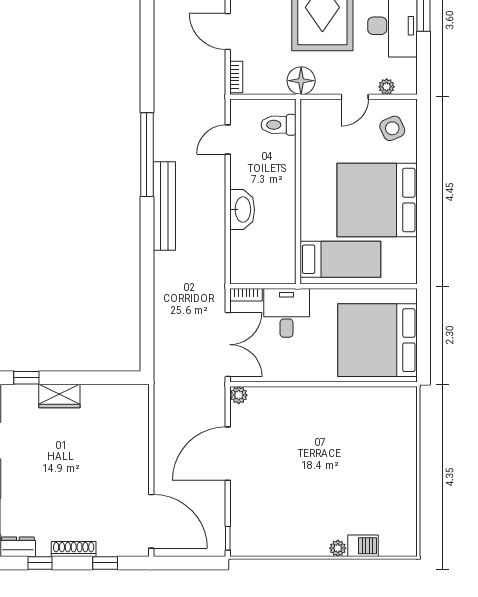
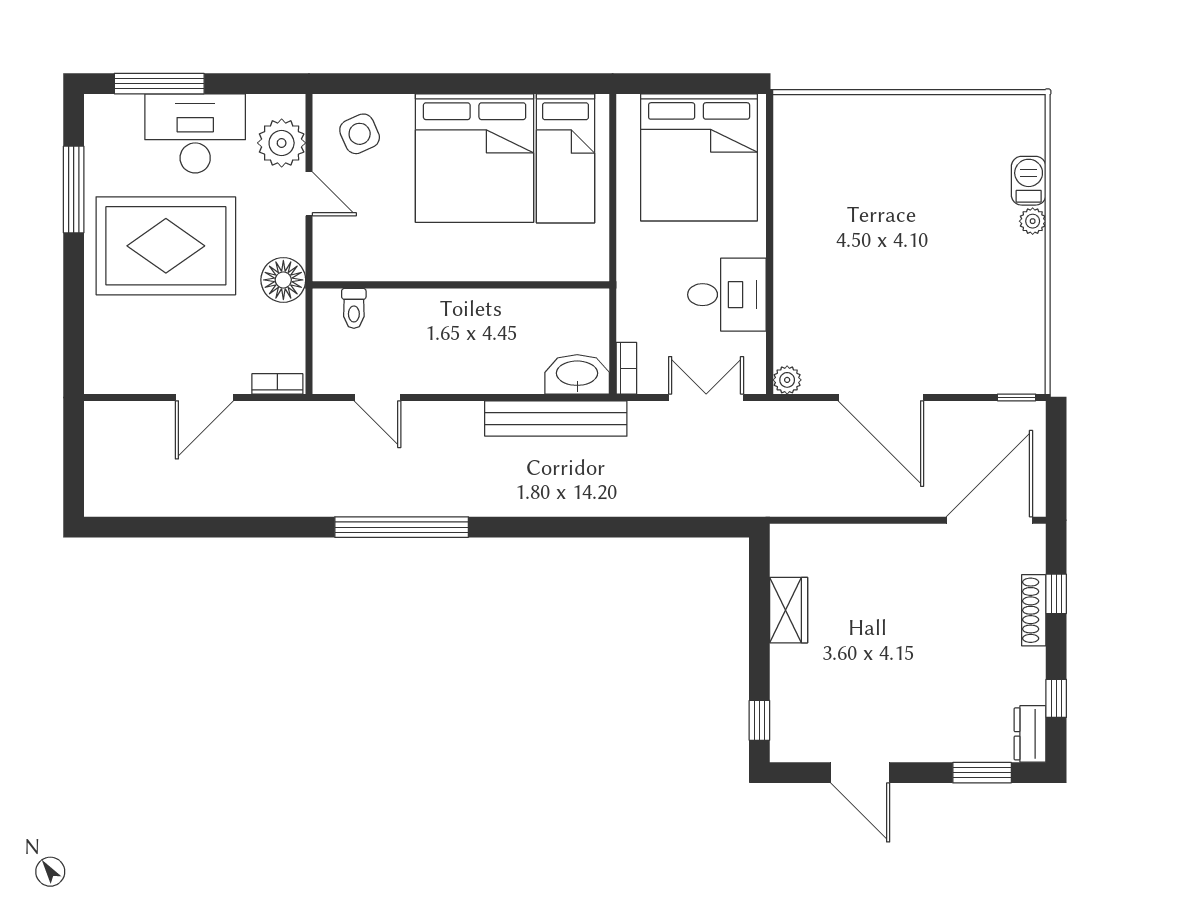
plant: (387, 87) -> (282, 143), width x1.87, depth x1.87
toilet: (279, 125) -> (354, 308), width x0.73, depth x0.72
bench: (164, 206) -> (556, 419), moved
washbasin: (242, 210) -> (577, 374), moved
bed: (340, 259) -> (565, 158), moved, turned 180
desk: (287, 313) -> (727, 295), moved, turned 180
double door: (228, 345) -> (706, 397), width x0.73
wardrobe: (59, 396) -> (789, 610), moved
shoe rack: (74, 549) -> (1034, 610), moved

